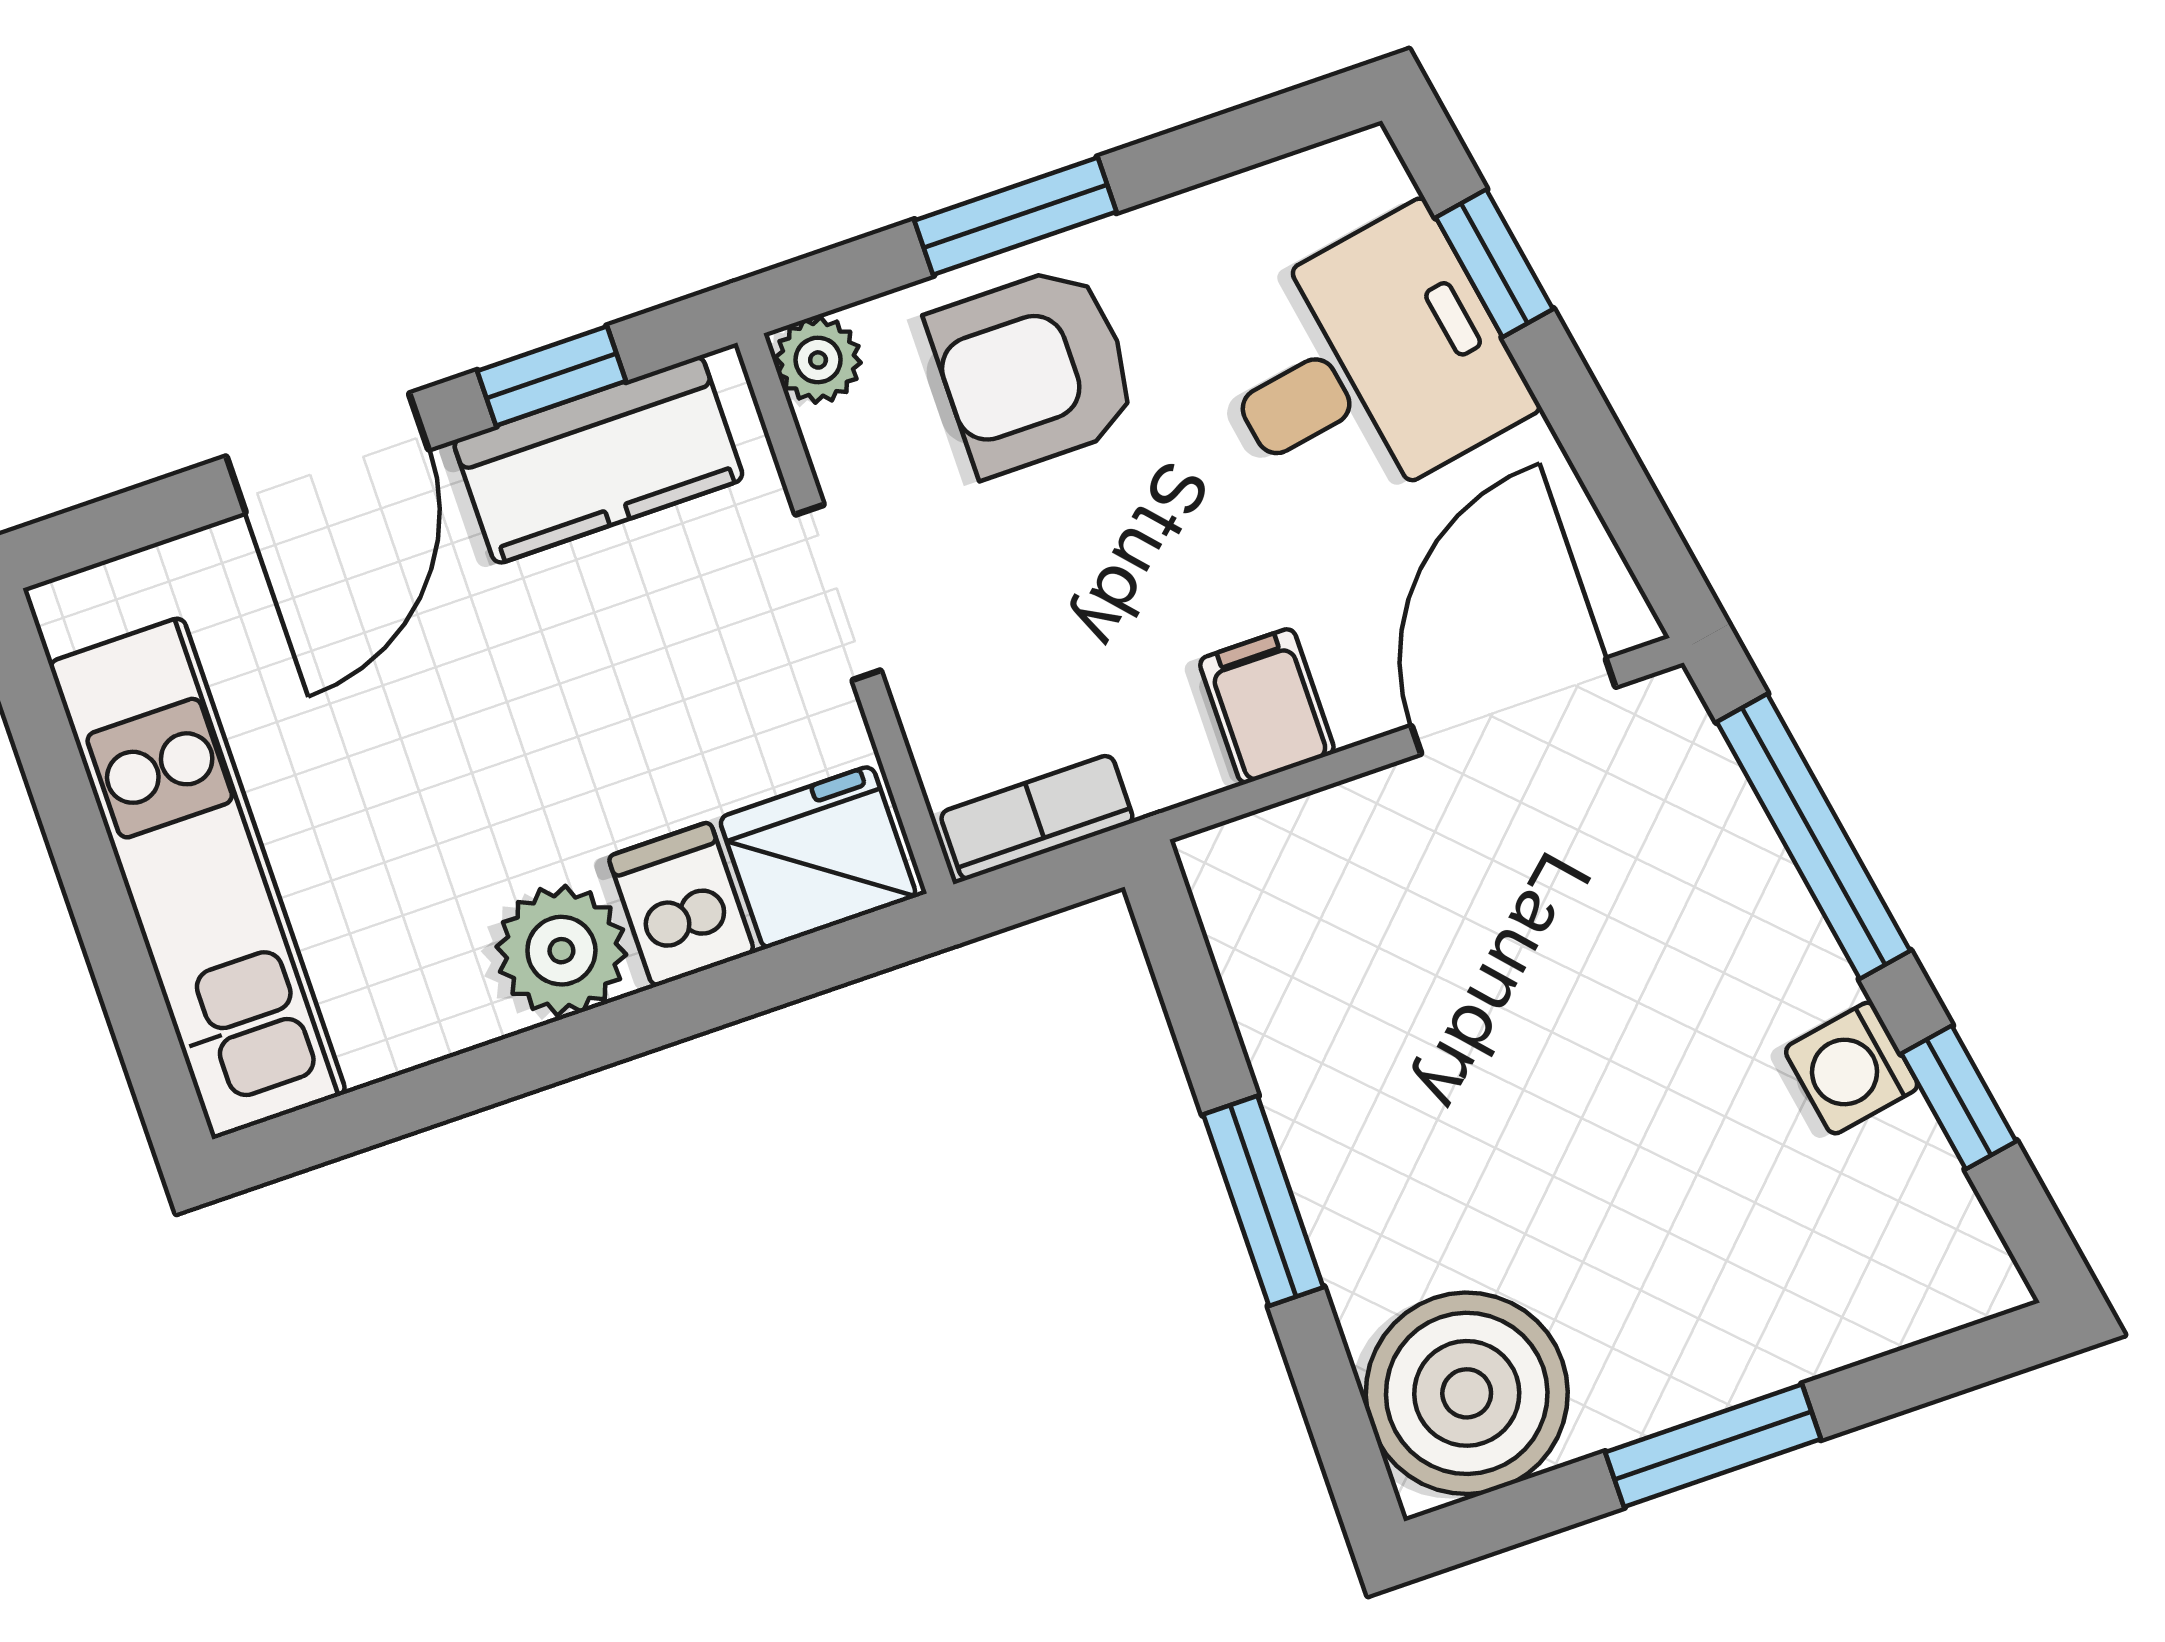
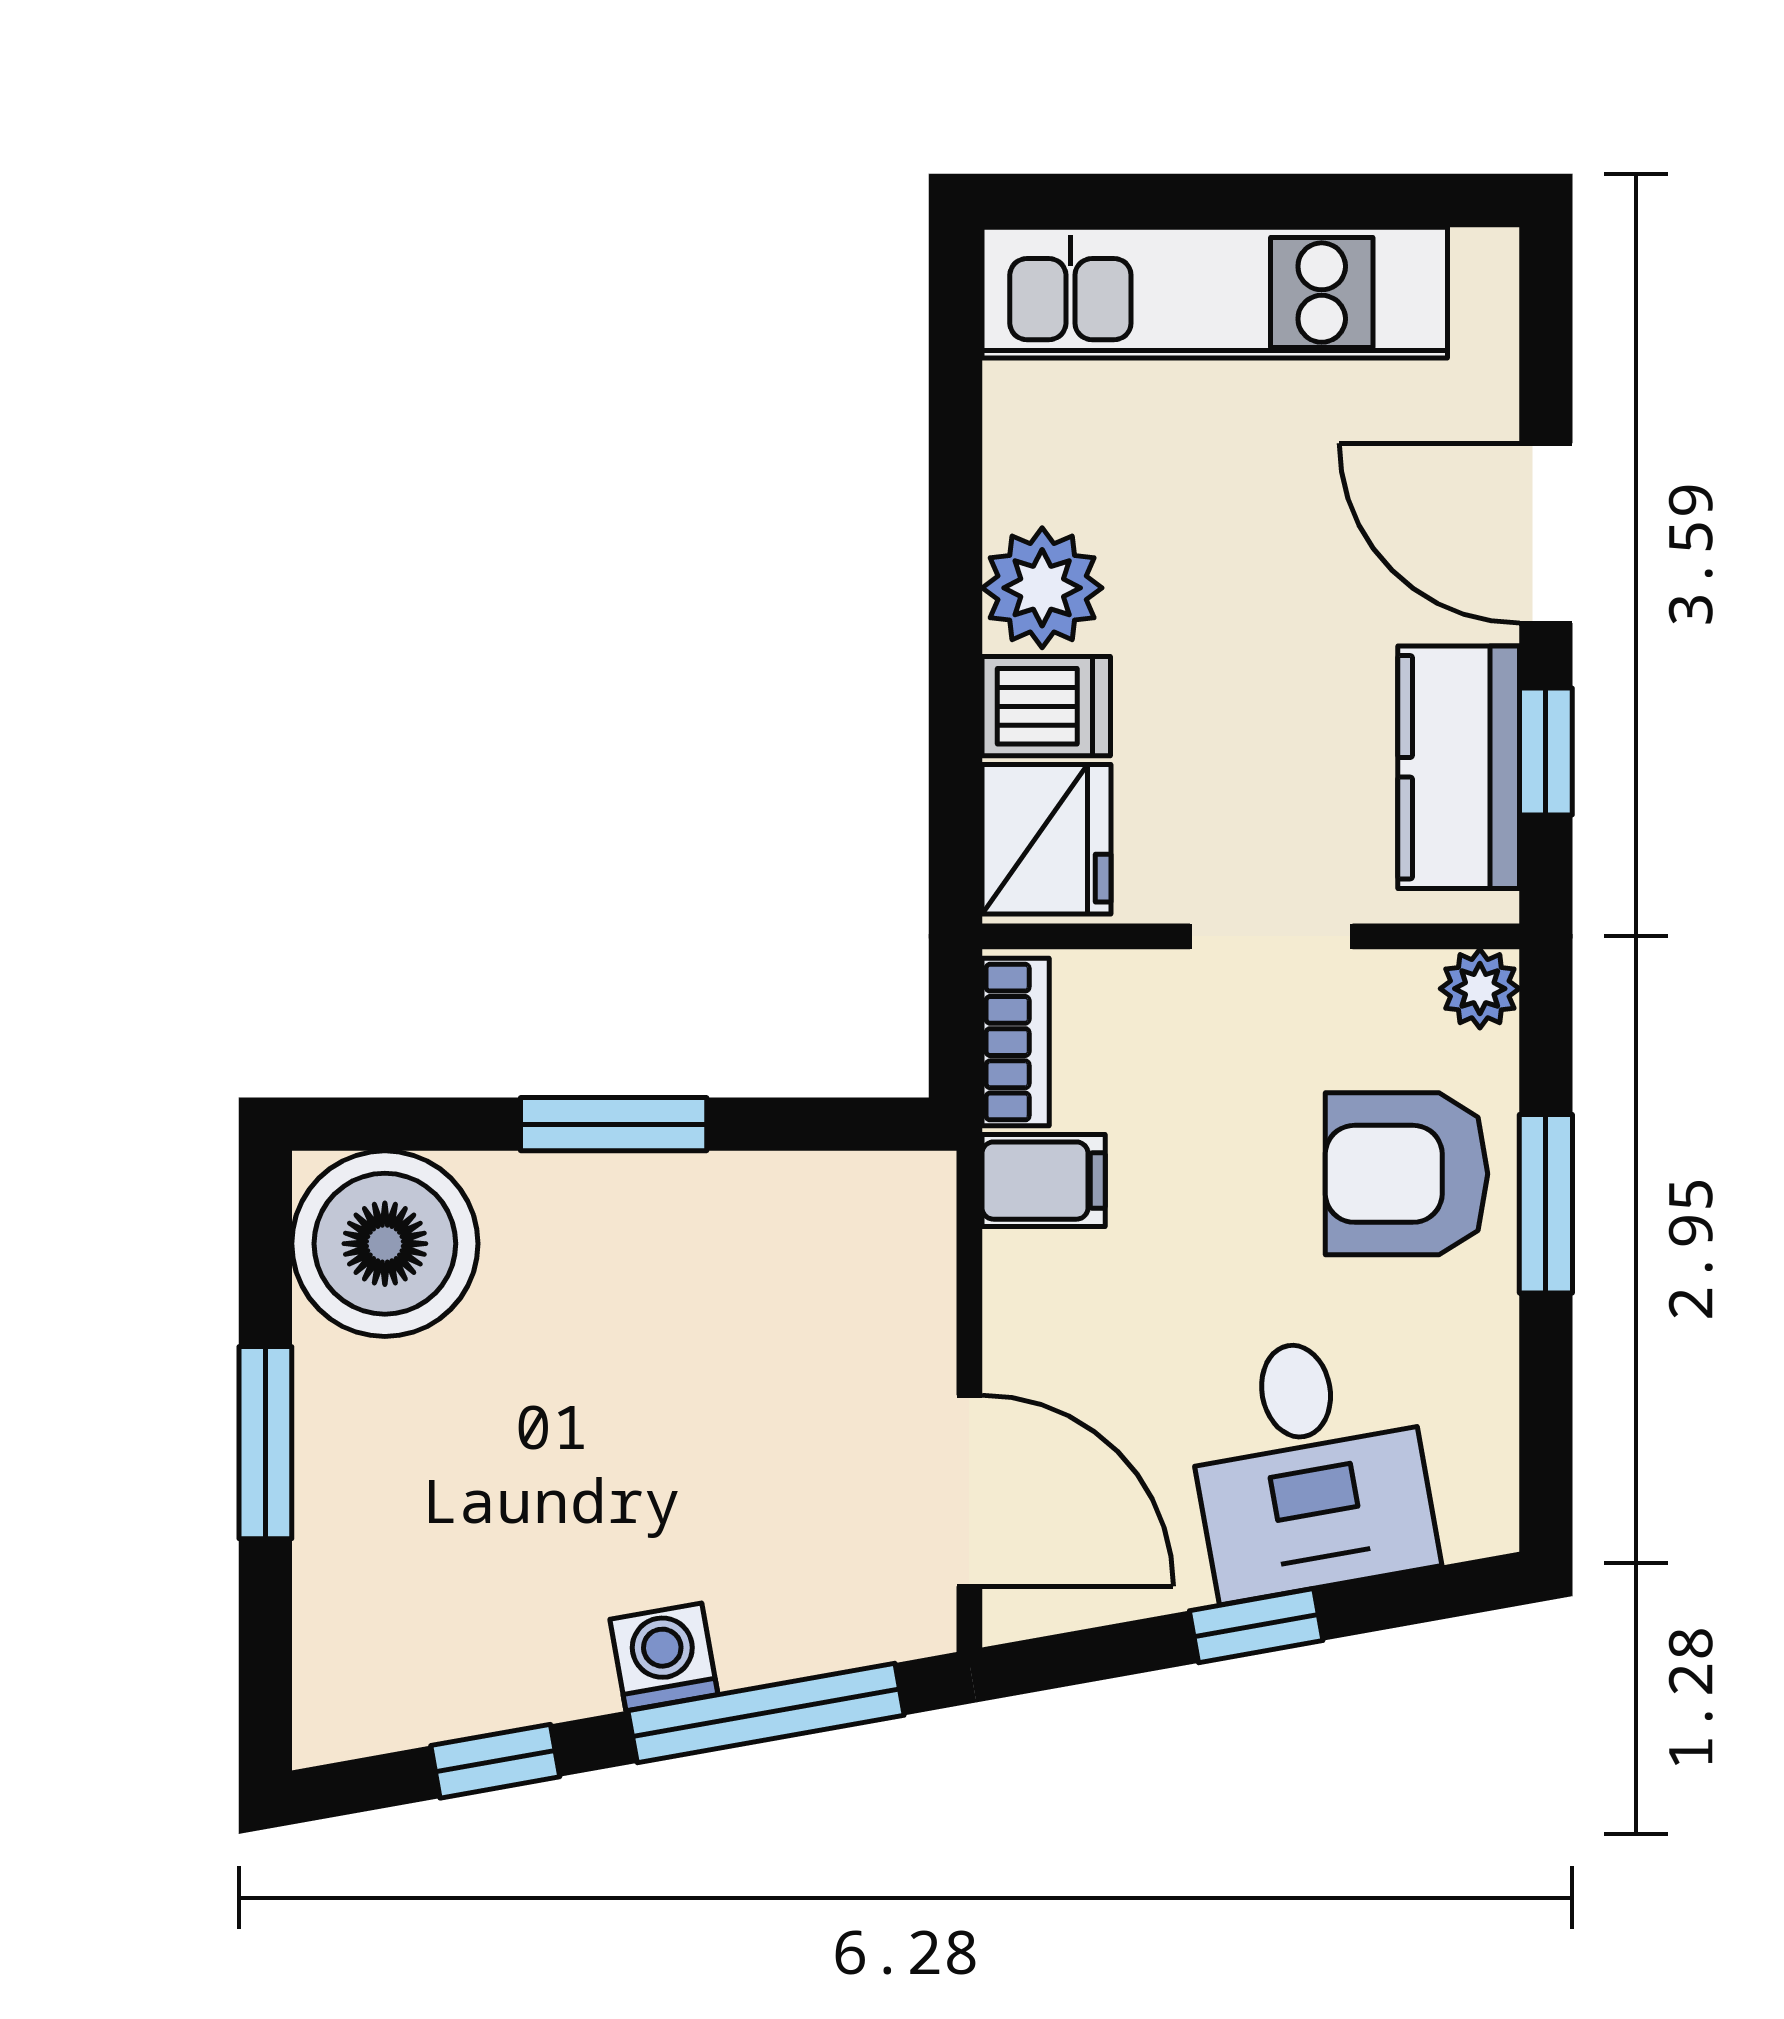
window: (1494, 263) -> (1256, 1626), moved
armchair: (1034, 370) -> (1406, 1174), turned -90
filing cabinet: (1267, 706) -> (1044, 1181), moved
washing machine: (1852, 1068) -> (664, 1657), moved

